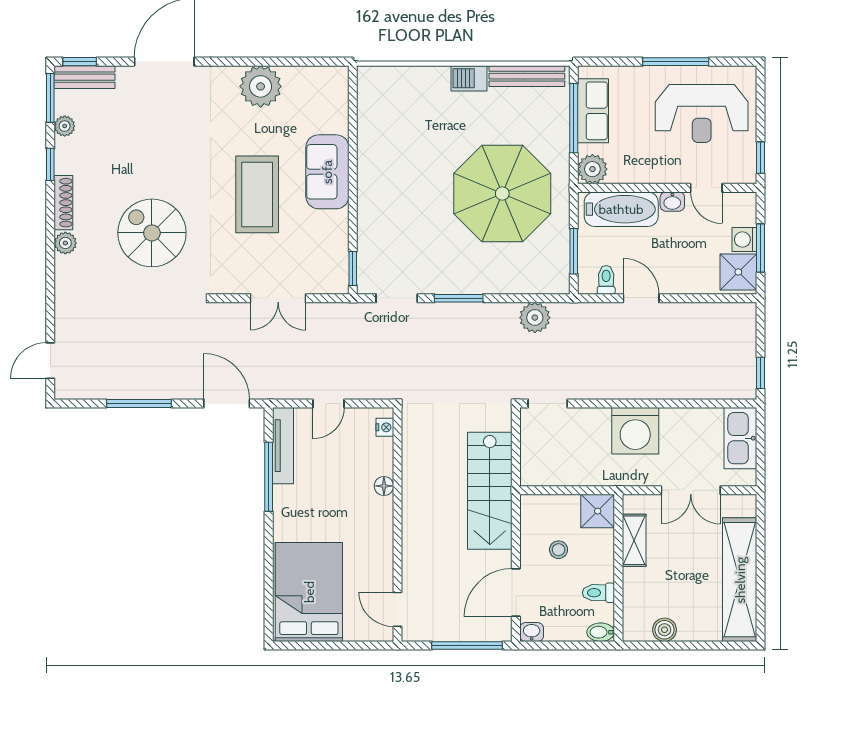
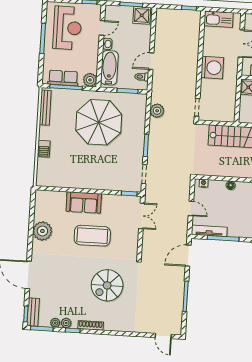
barbecue: (469, 78) -> (44, 149), moved
washing machine: (744, 240) -> (127, 12), removed
plant: (65, 243) -> (66, 323), moved
double door: (278, 298) -> (142, 216), moved

